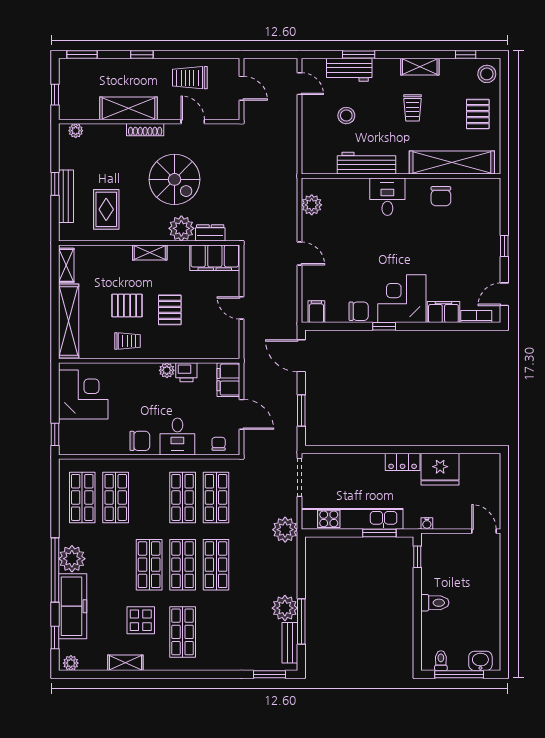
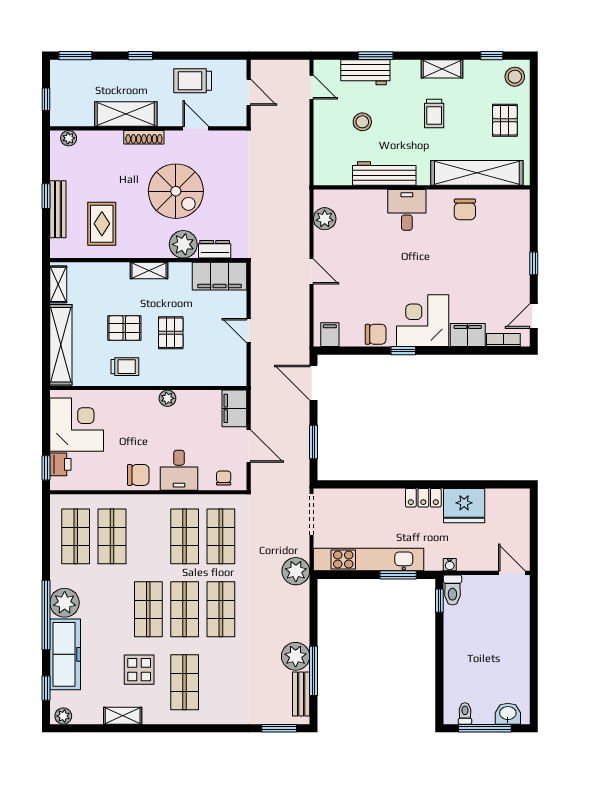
printer: (186, 372) -> (60, 464), moved, turned -90
toilet: (435, 603) -> (452, 590), moved, turned 90

